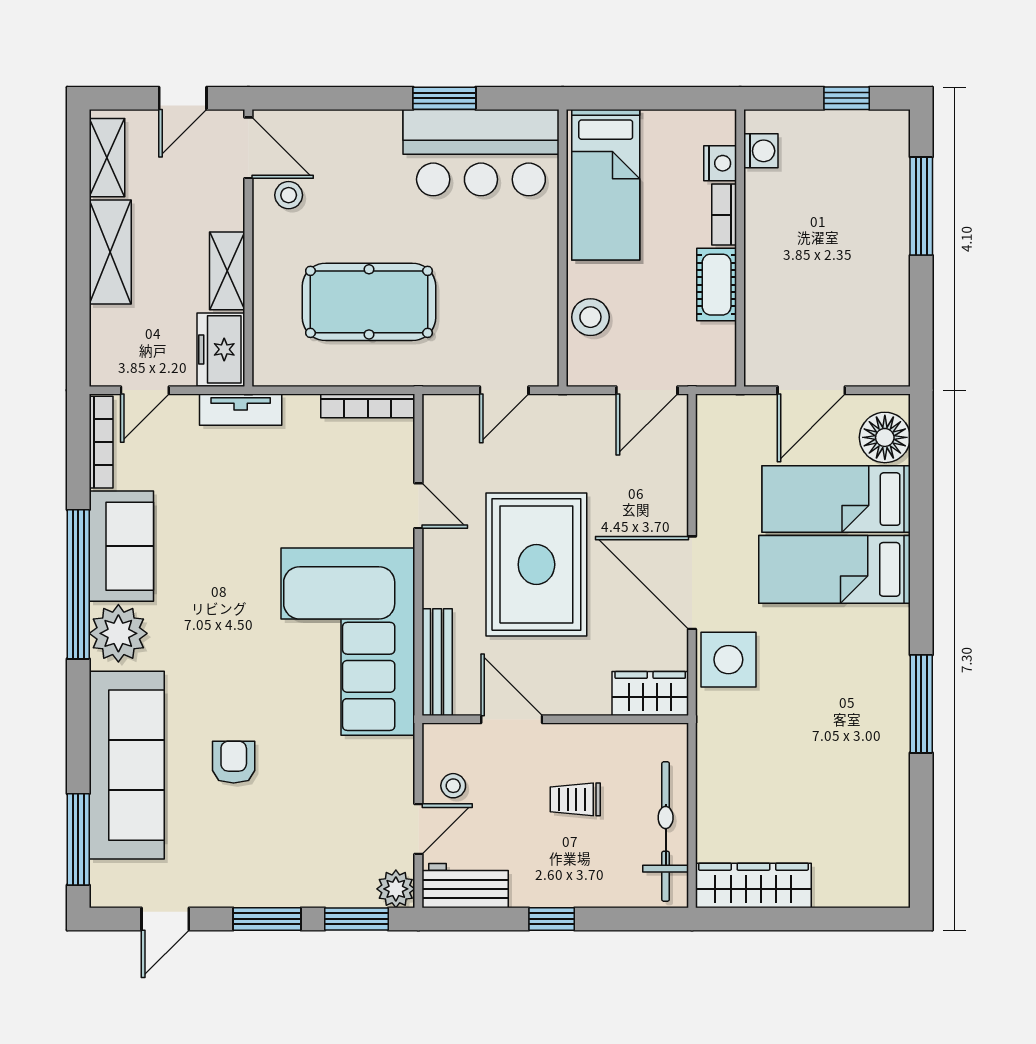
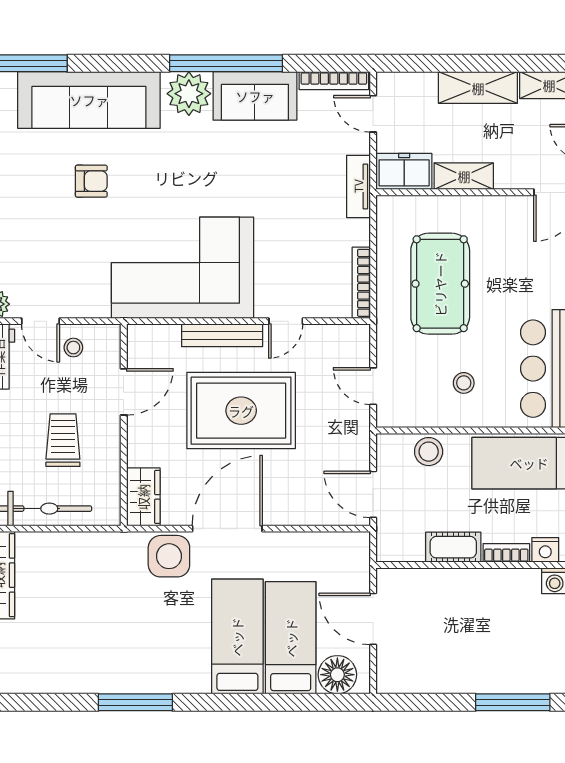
stool: (289, 195) -> (464, 383), moved
bench: (437, 662) -> (222, 335), moved
trolley: (575, 799) -> (63, 440), width x1.36, depth x1.39

